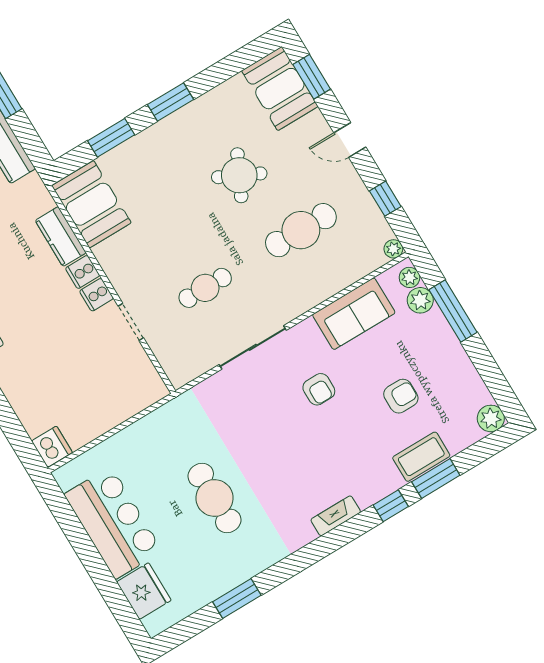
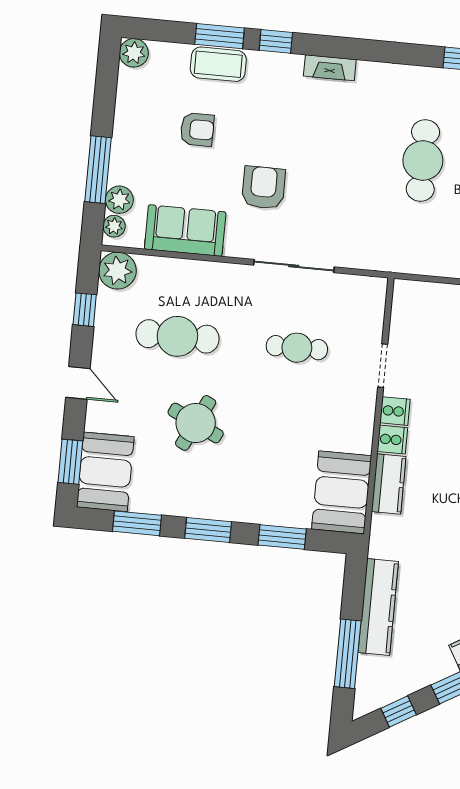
window: (228, 68) -> (137, 523), added
plant: (393, 249) -> (117, 271), width x1.87, depth x1.87
armchair: (319, 389) -> (264, 188), width x1.38, depth x1.38
armchair: (401, 396) -> (197, 129), turned 180

